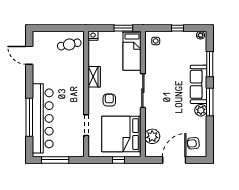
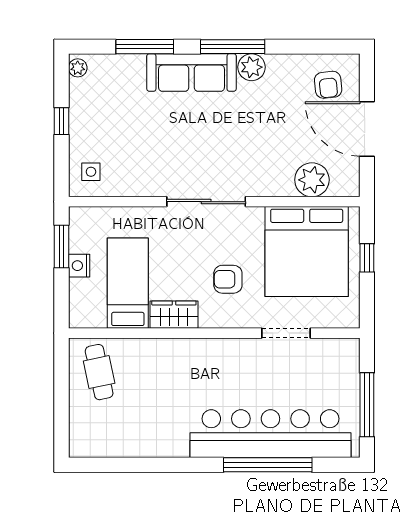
nightstand: (93, 36) -> (79, 266), moved
bed: (132, 51) -> (128, 283), moved, turned -90
door: (29, 55) -> (124, 465), removed

